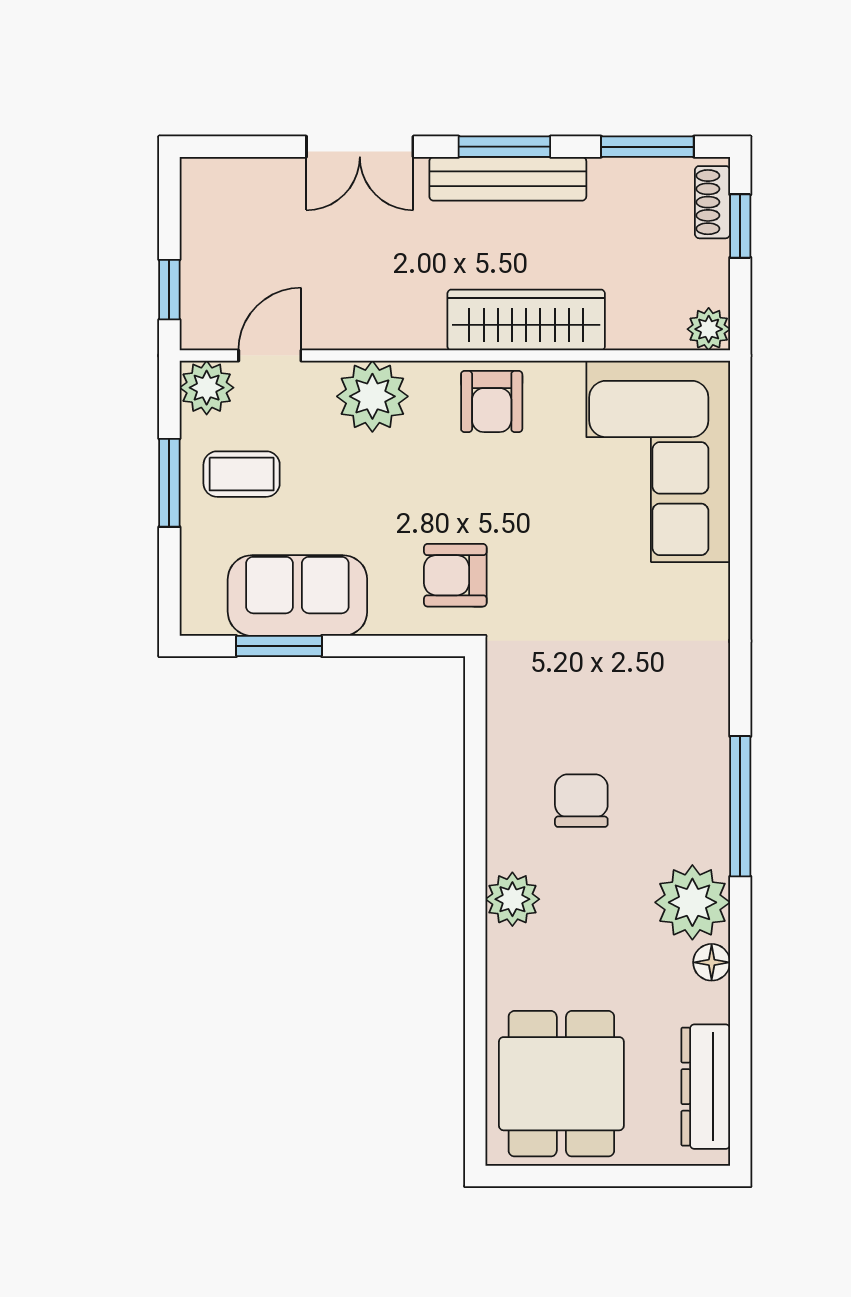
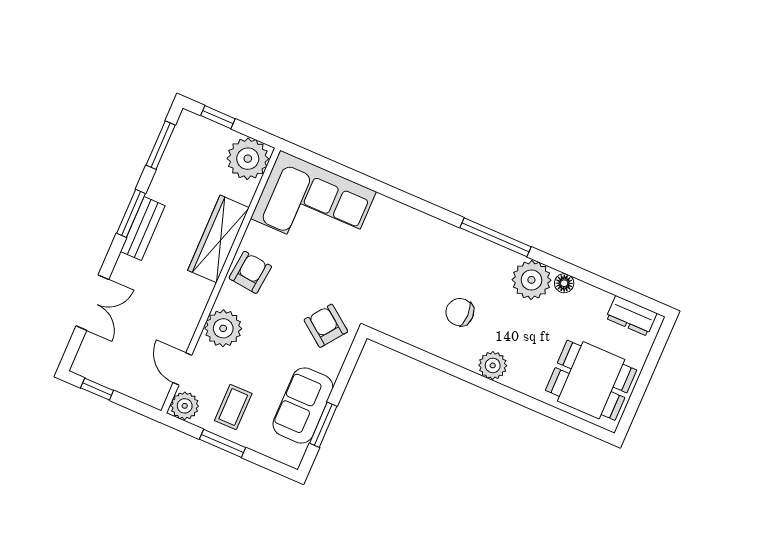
double door: (360, 147) -> (92, 303), moved
bench: (508, 179) -> (143, 229), width x0.73
shoe rack: (712, 202) -> (201, 125), removed
window: (169, 290) -> (97, 389), moved
plant: (709, 329) -> (248, 159), width x1.87, depth x1.87
armchair: (492, 402) -> (250, 272), turned -84
armchair: (455, 575) -> (326, 326), turned 127
dresser: (706, 1087) -> (631, 316), width x0.70

